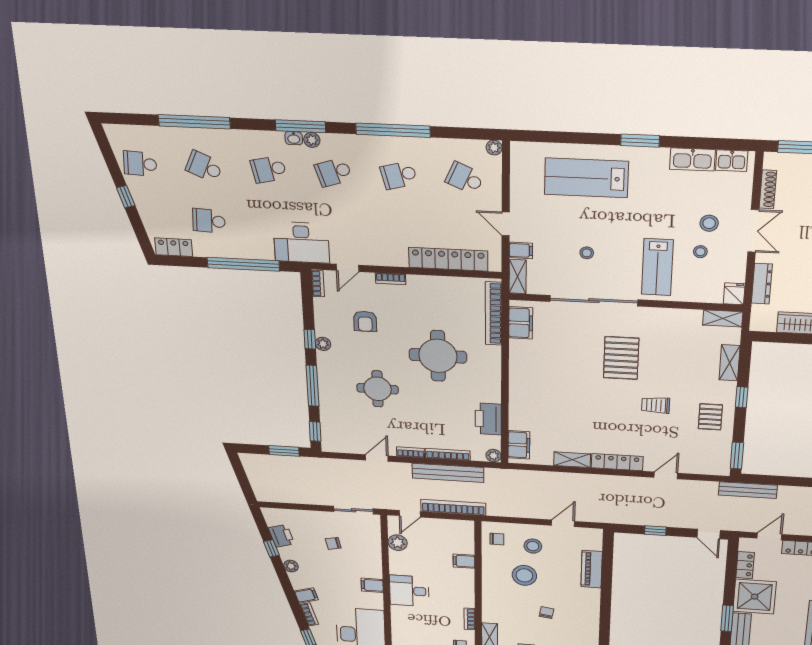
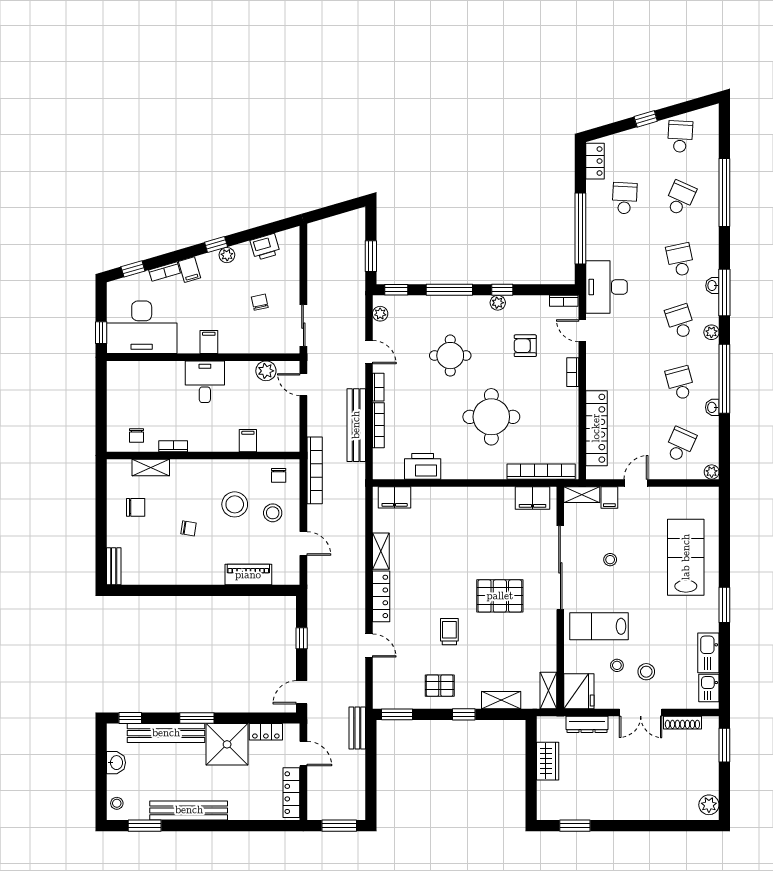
plant: (312, 140) -> (711, 332), moved
washbasin: (424, 144) -> (712, 407), added
fridge: (734, 294) -> (579, 691), width x1.88, depth x1.34
plant: (494, 456) -> (380, 314), moved
bench: (748, 490) -> (357, 728), width x0.73
bookcase: (453, 507) -> (315, 470), moved
window: (271, 548) -> (216, 245), moved

